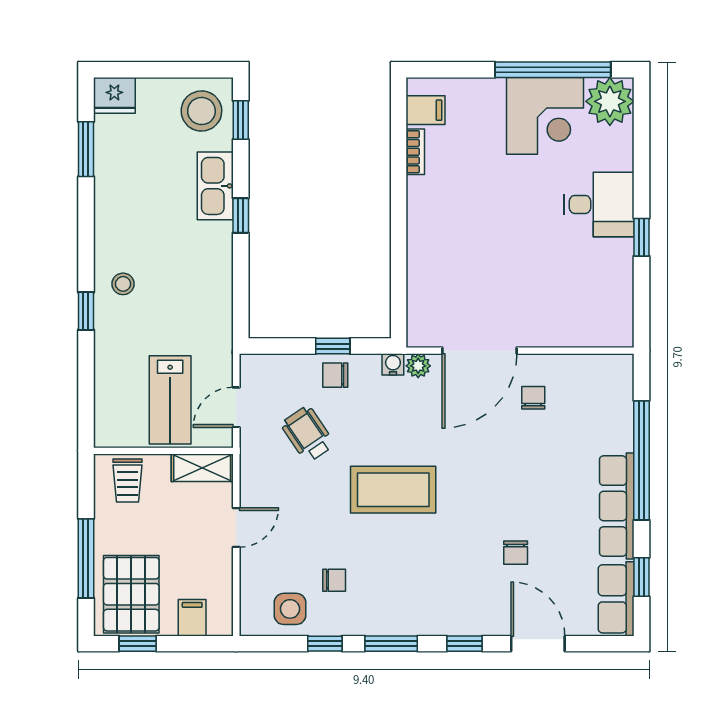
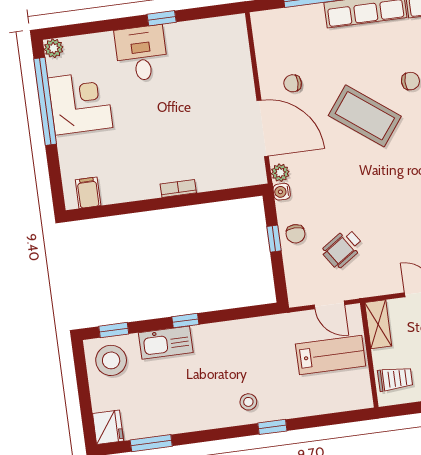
plant: (610, 101) -> (54, 48), width x0.53, depth x0.53
bookcase: (415, 152) -> (178, 188), moved
coffee table: (393, 490) -> (365, 116), moved, turned -53

